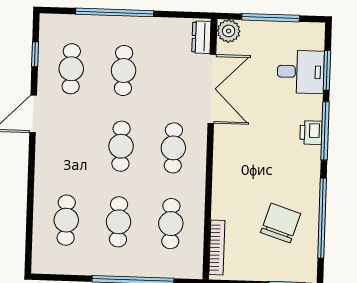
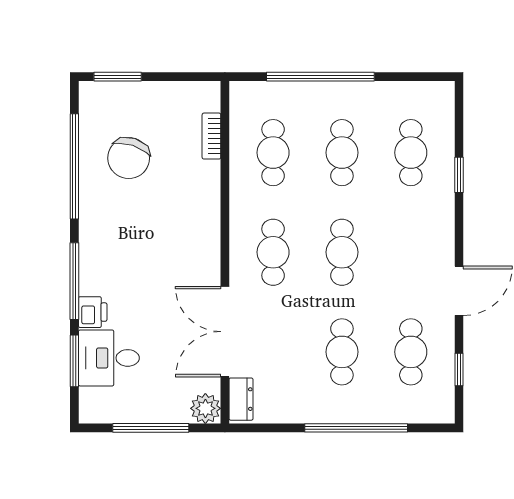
printer: (311, 133) -> (93, 312), moved
window: (30, 202) -> (459, 175), added
bookcase: (217, 248) -> (211, 136), width x0.64

